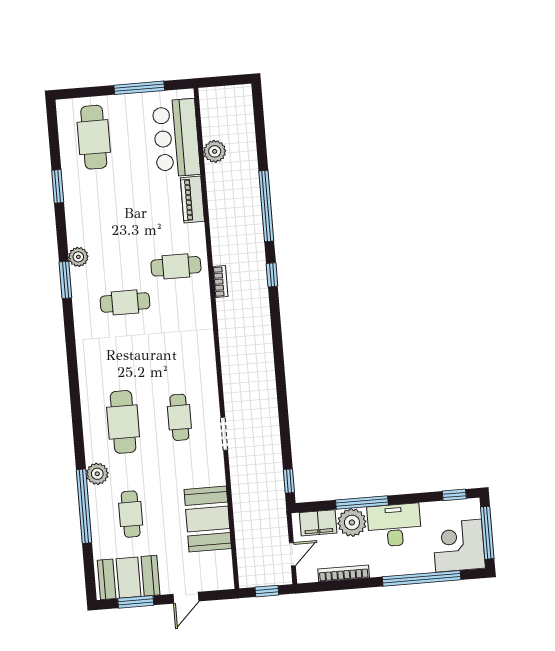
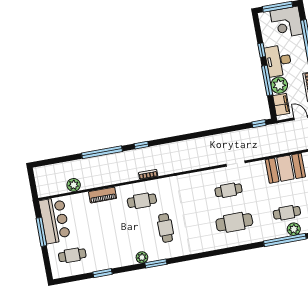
cafe table: (94, 137) -> (72, 255), width x0.73, depth x0.74
bar counter: (176, 138) -> (55, 220), moved, turned -90
cafe table: (176, 266) -> (142, 201), turned 90
plant: (97, 474) -> (294, 229), moved
window: (454, 495) -> (262, 50), moved

